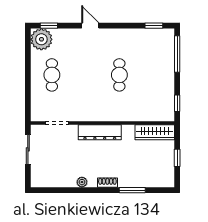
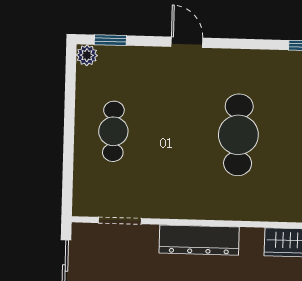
plant: (41, 39) -> (87, 55), width x0.53, depth x0.53
cafe table: (119, 75) -> (238, 135), width x1.37, depth x1.35

